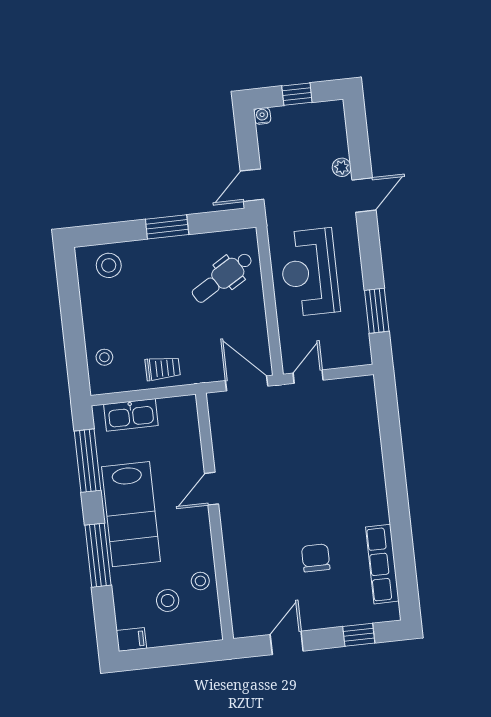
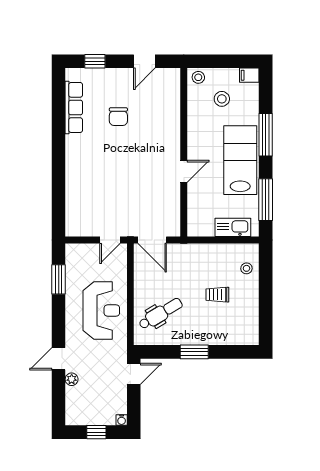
stool: (109, 265) -> (237, 330), removed
trolley: (163, 368) -> (217, 295), moved
stool: (200, 581) -> (198, 77), moved

